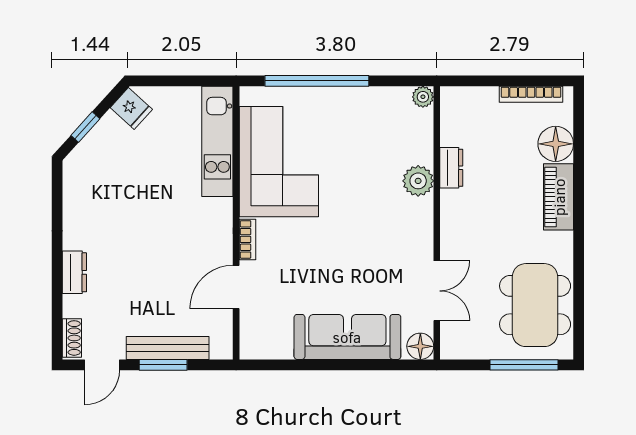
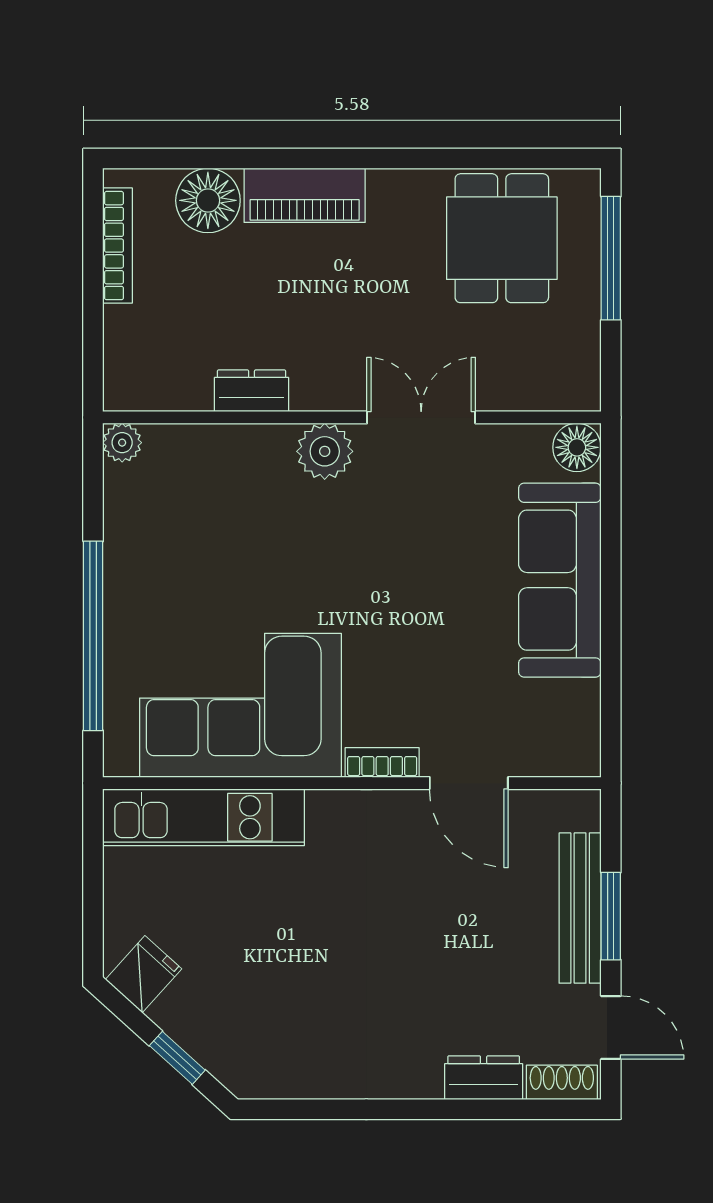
plant: (418, 181) -> (325, 451), moved
dresser: (74, 272) -> (484, 1078), moved
double door: (437, 291) -> (421, 417), moved
dining table: (535, 305) -> (502, 238), width x0.73

